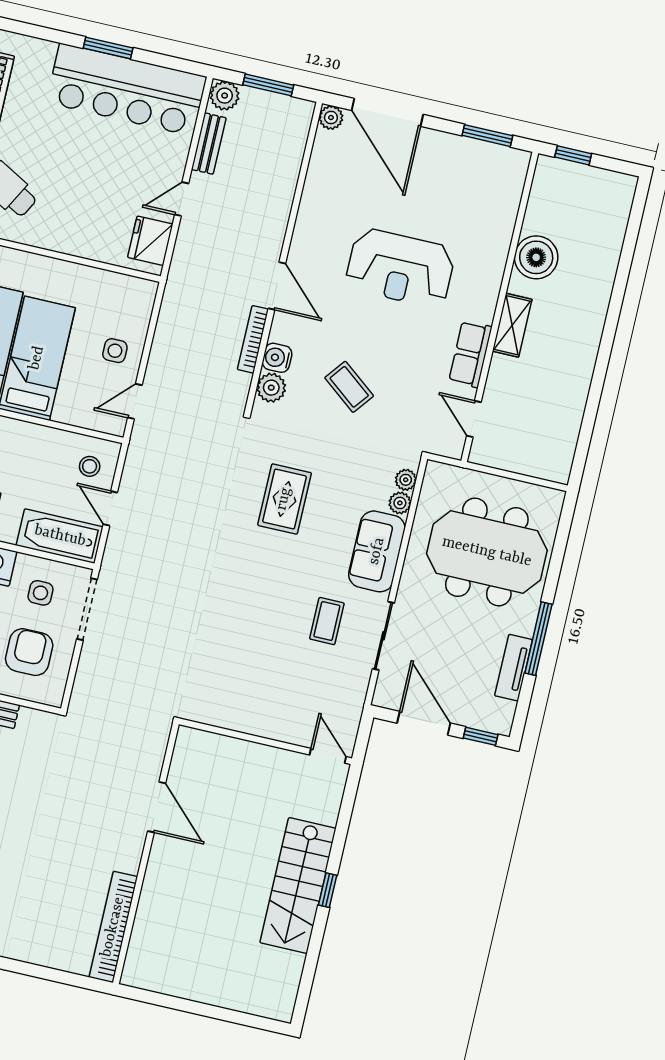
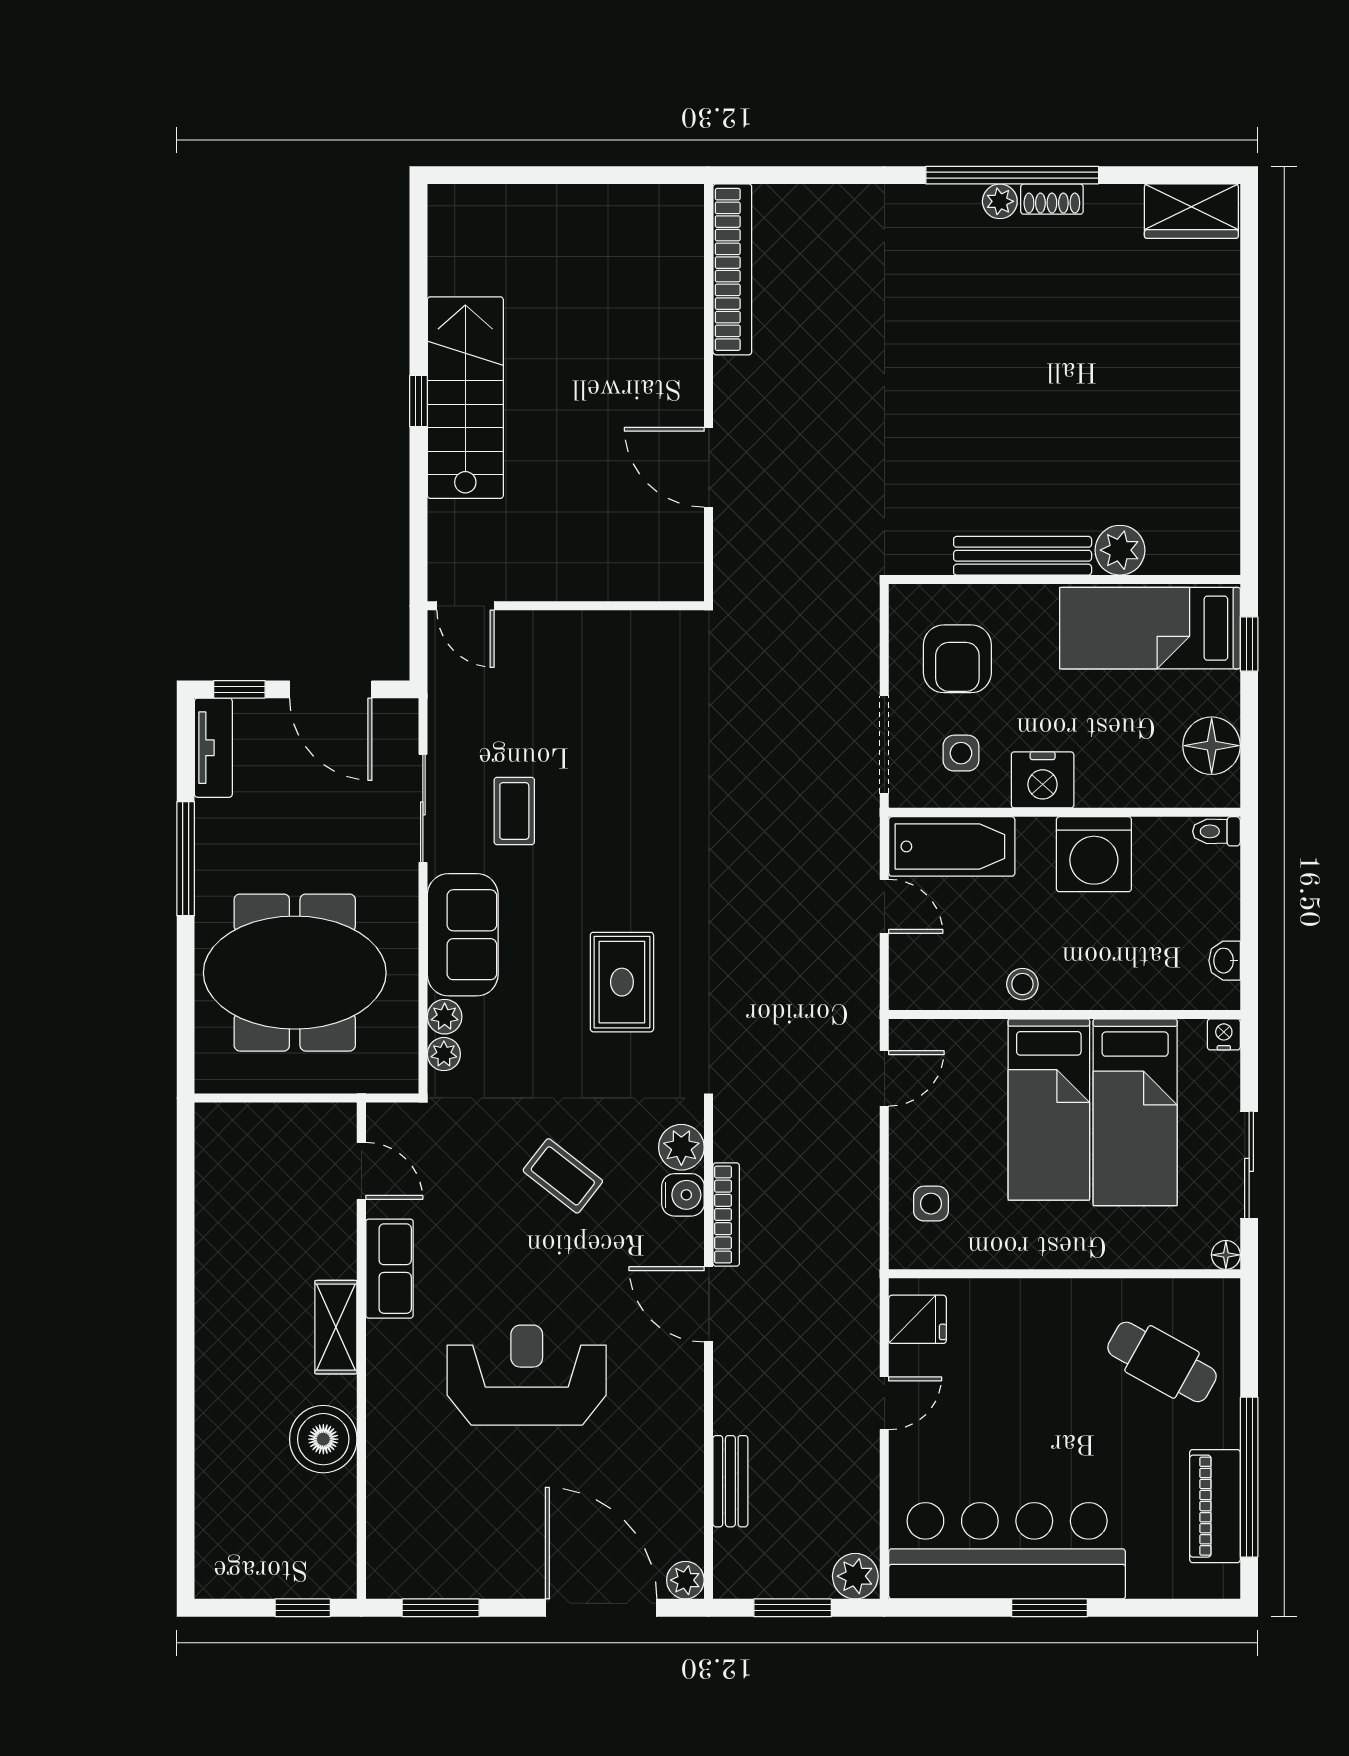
bench: (209, 144) -> (730, 1481), moved
fridge: (150, 241) -> (917, 1319), width x0.72
side table: (115, 351) -> (931, 1204), moved
stool: (90, 466) -> (1022, 984), moved
tv unit: (514, 668) -> (213, 748), moved

